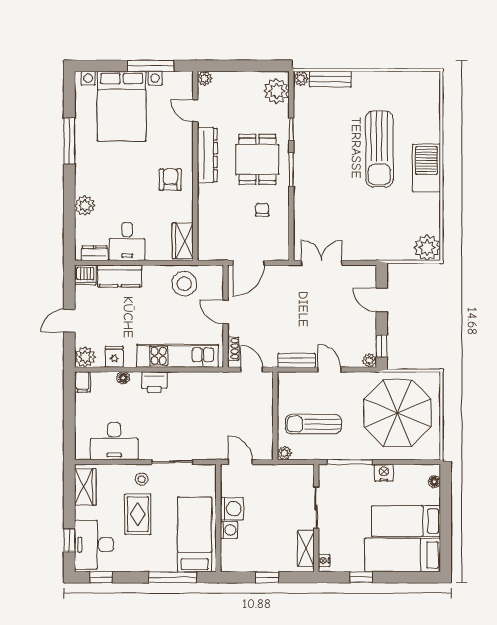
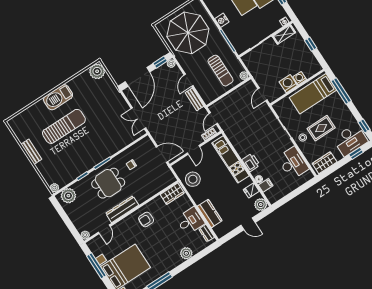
bench: (330, 79) -> (31, 152), moved
dishwasher: (85, 275) -> (220, 231), removed
door: (382, 300) -> (137, 77), width x1.88
filing cabinet: (82, 382) -> (266, 185), moved

